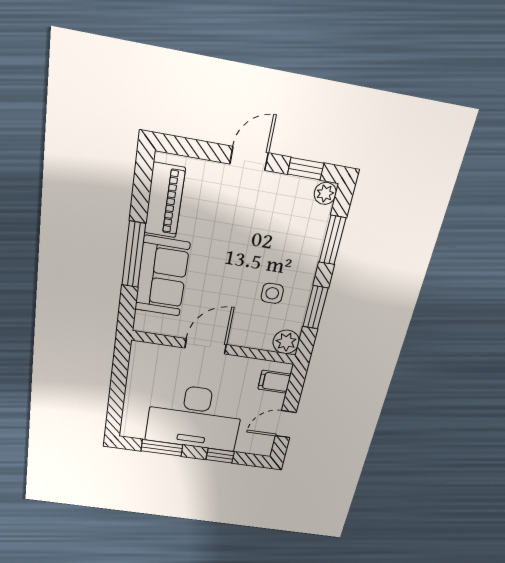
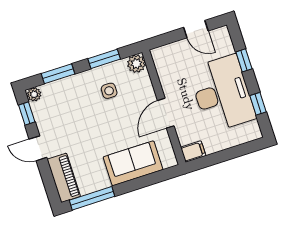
piano: (165, 201) -> (64, 178), moved, turned 90
window: (134, 255) -> (92, 198), moved
door: (206, 346) -> (166, 113), hinge flipped
filing cabinet: (274, 382) -> (193, 152), moved, turned -90
window: (162, 448) -> (258, 104), width x0.67

